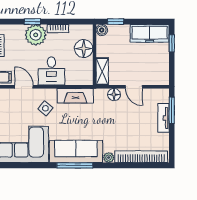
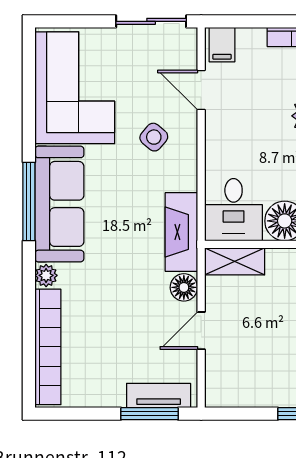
desk: (51, 71) -> (234, 210), moved, turned -90
door: (24, 87) -> (201, 90), swing flipped
fireplace: (75, 96) -> (181, 232), moved
tv unit: (163, 118) -> (159, 396), moved

